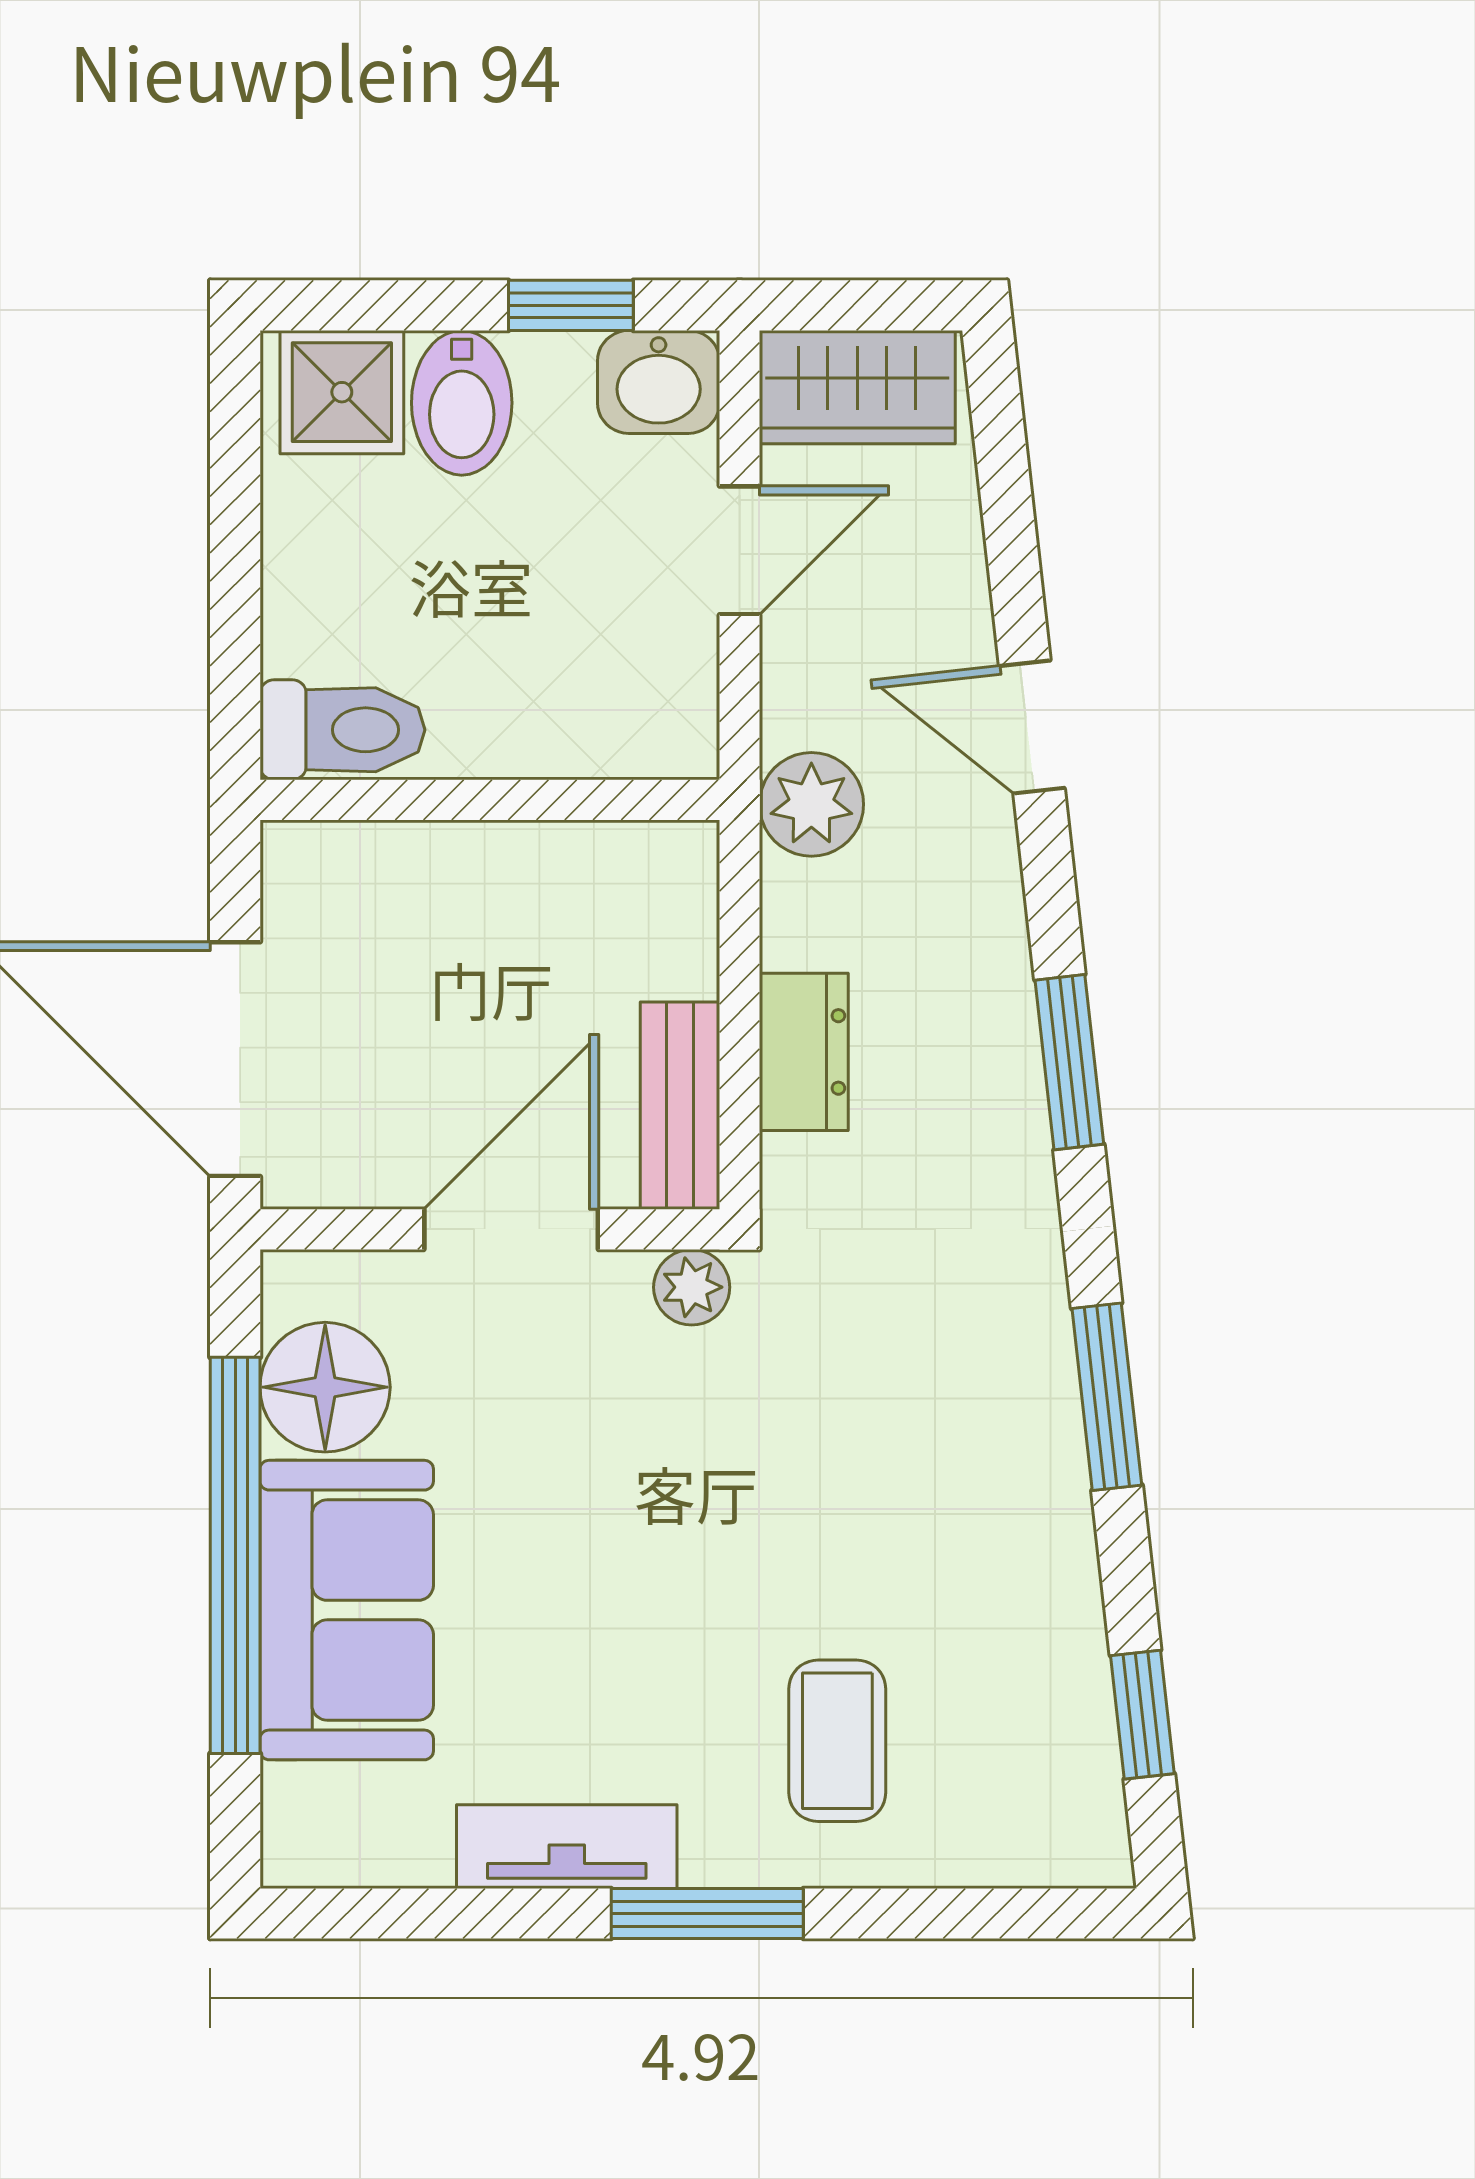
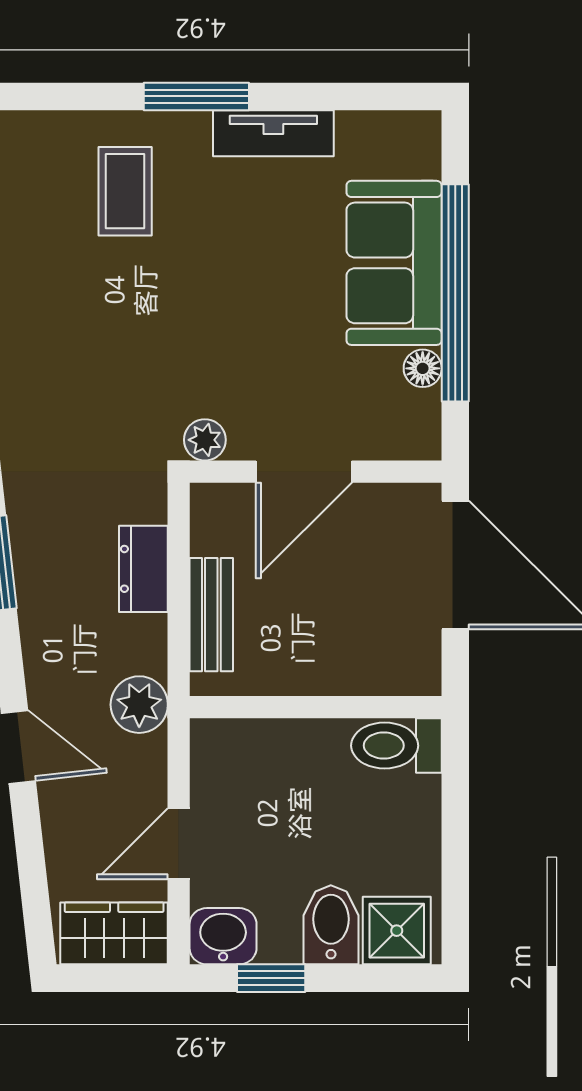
bench: (680, 1105) -> (211, 615), moved
floor lamp: (325, 1387) -> (423, 368), width x0.53, depth x0.53

